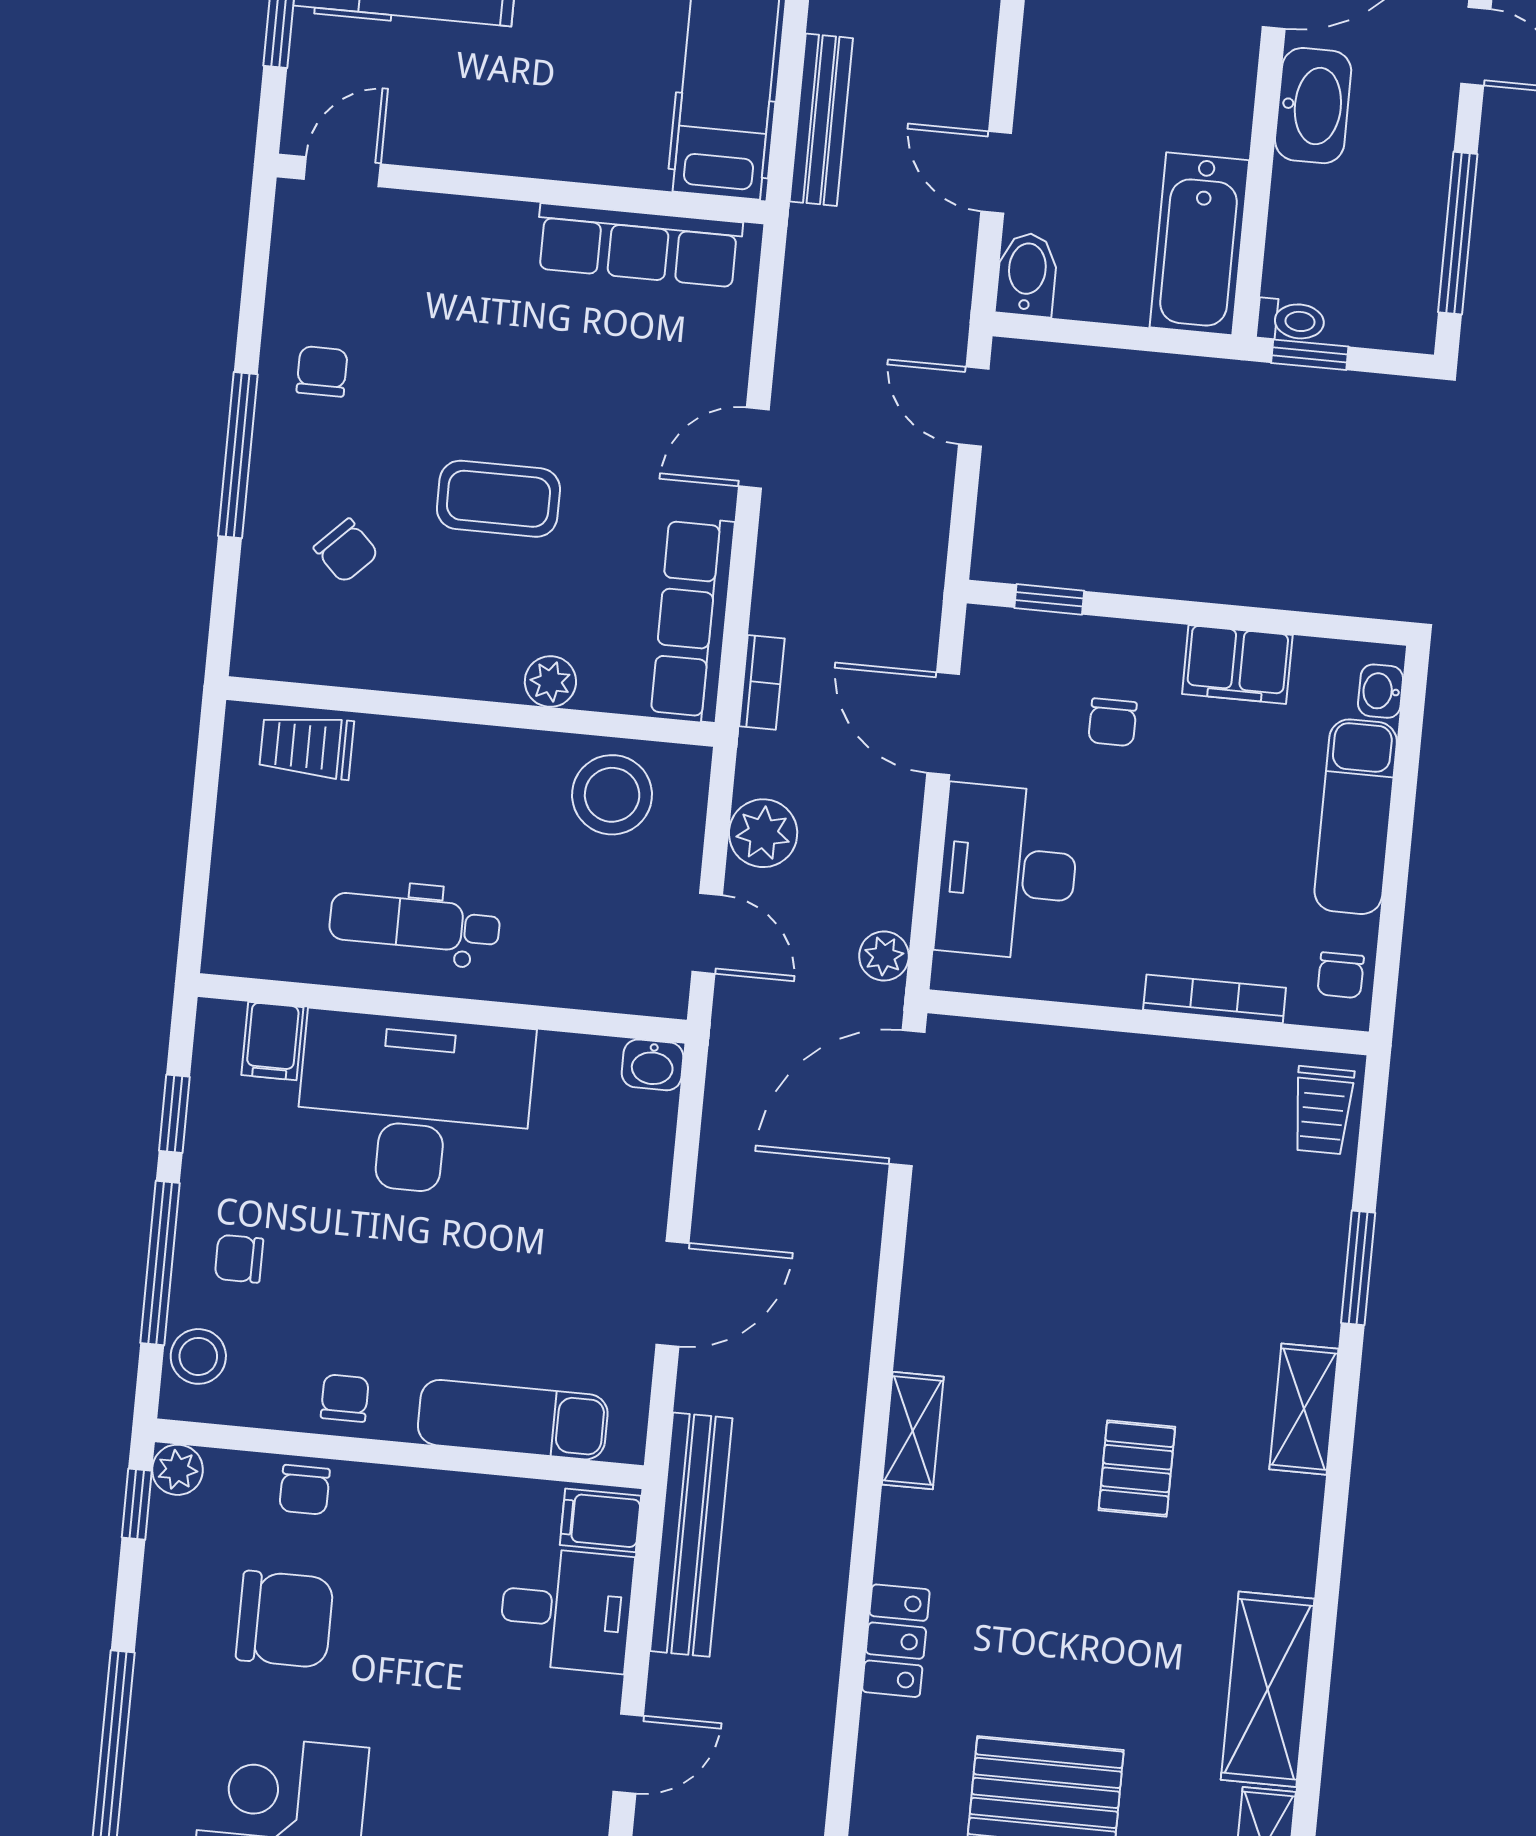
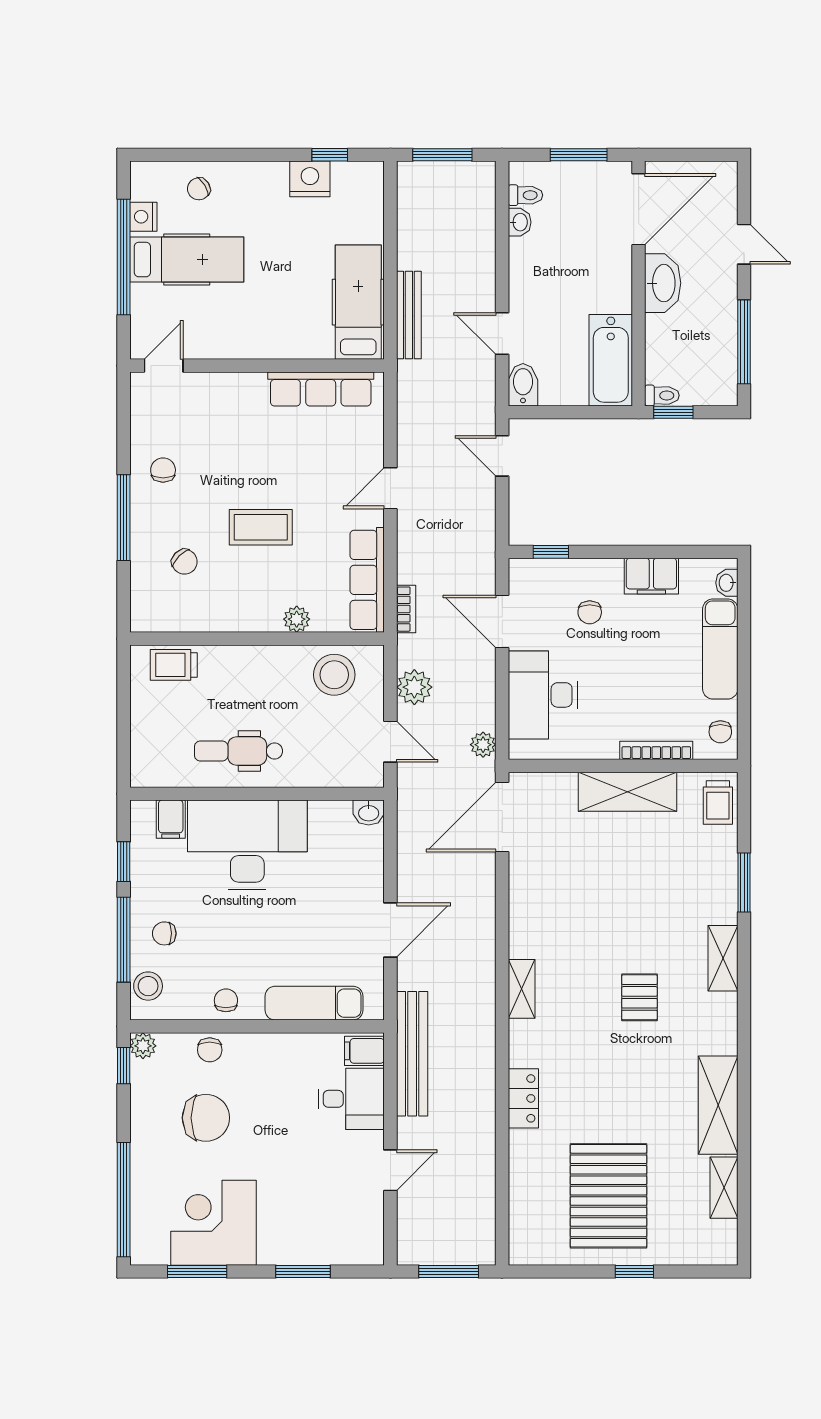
shelving: (1152, 1073) -> (627, 792), added

